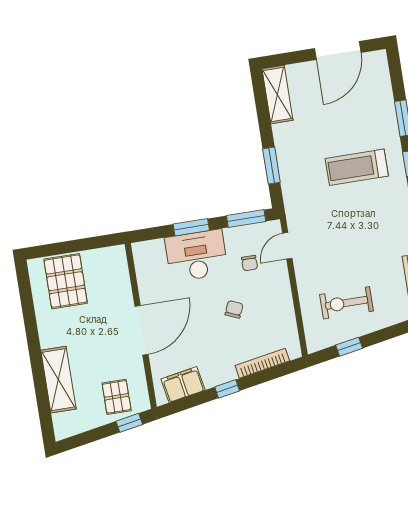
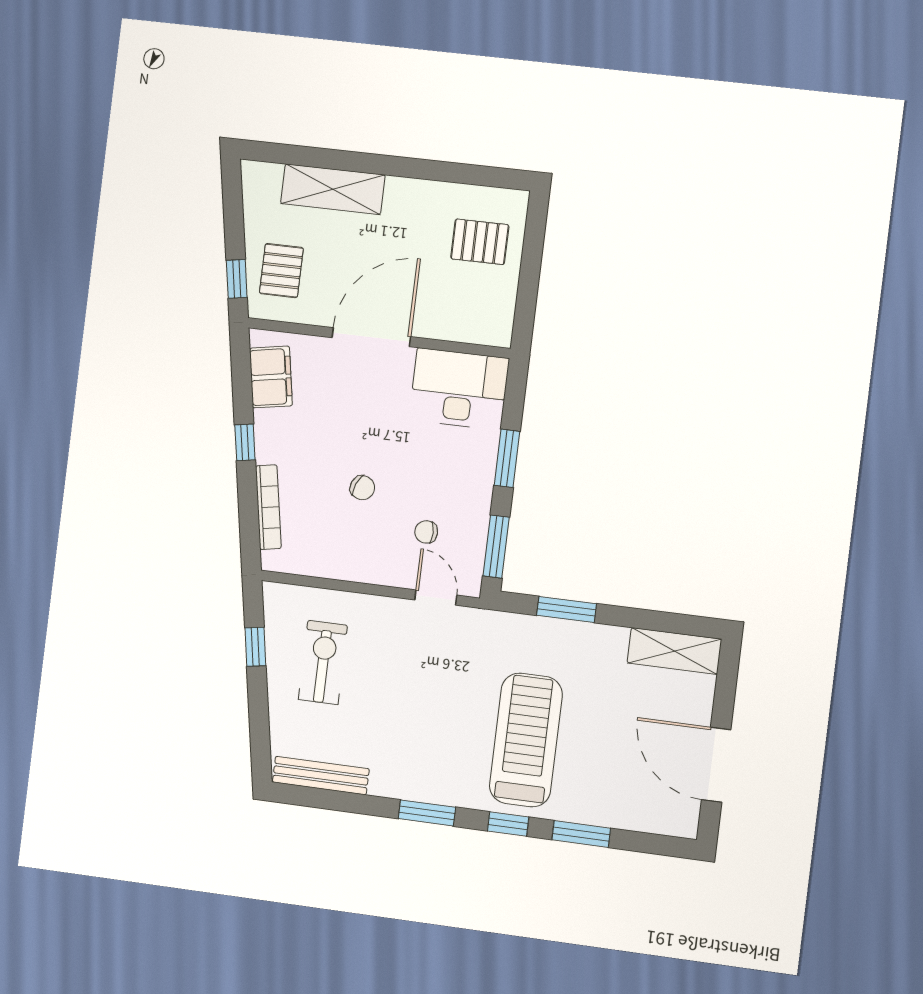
treadmill: (357, 167) -> (526, 740), width x1.37, depth x1.38
desk: (196, 256) -> (459, 389), moved, turned -90
pallet: (66, 281) -> (480, 242), width x0.67, depth x0.71
door: (142, 330) -> (371, 337), swing flipped
pallet: (117, 397) -> (281, 271), turned 90

